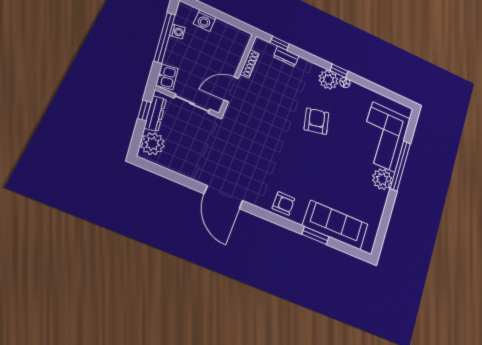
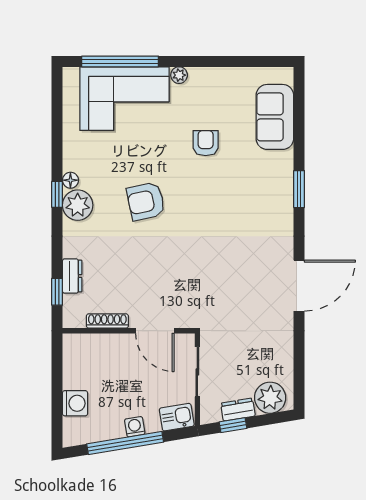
washing machine: (177, 32) -> (135, 427), moved
dresser: (155, 114) -> (238, 410), width x0.70
window: (400, 166) -> (120, 61), moved
plant: (382, 179) -> (179, 75), width x0.53, depth x0.53
armchair: (283, 203) -> (206, 143), moved
sofa: (335, 225) -> (275, 117), width x0.73
window: (315, 236) -> (299, 189), moved

